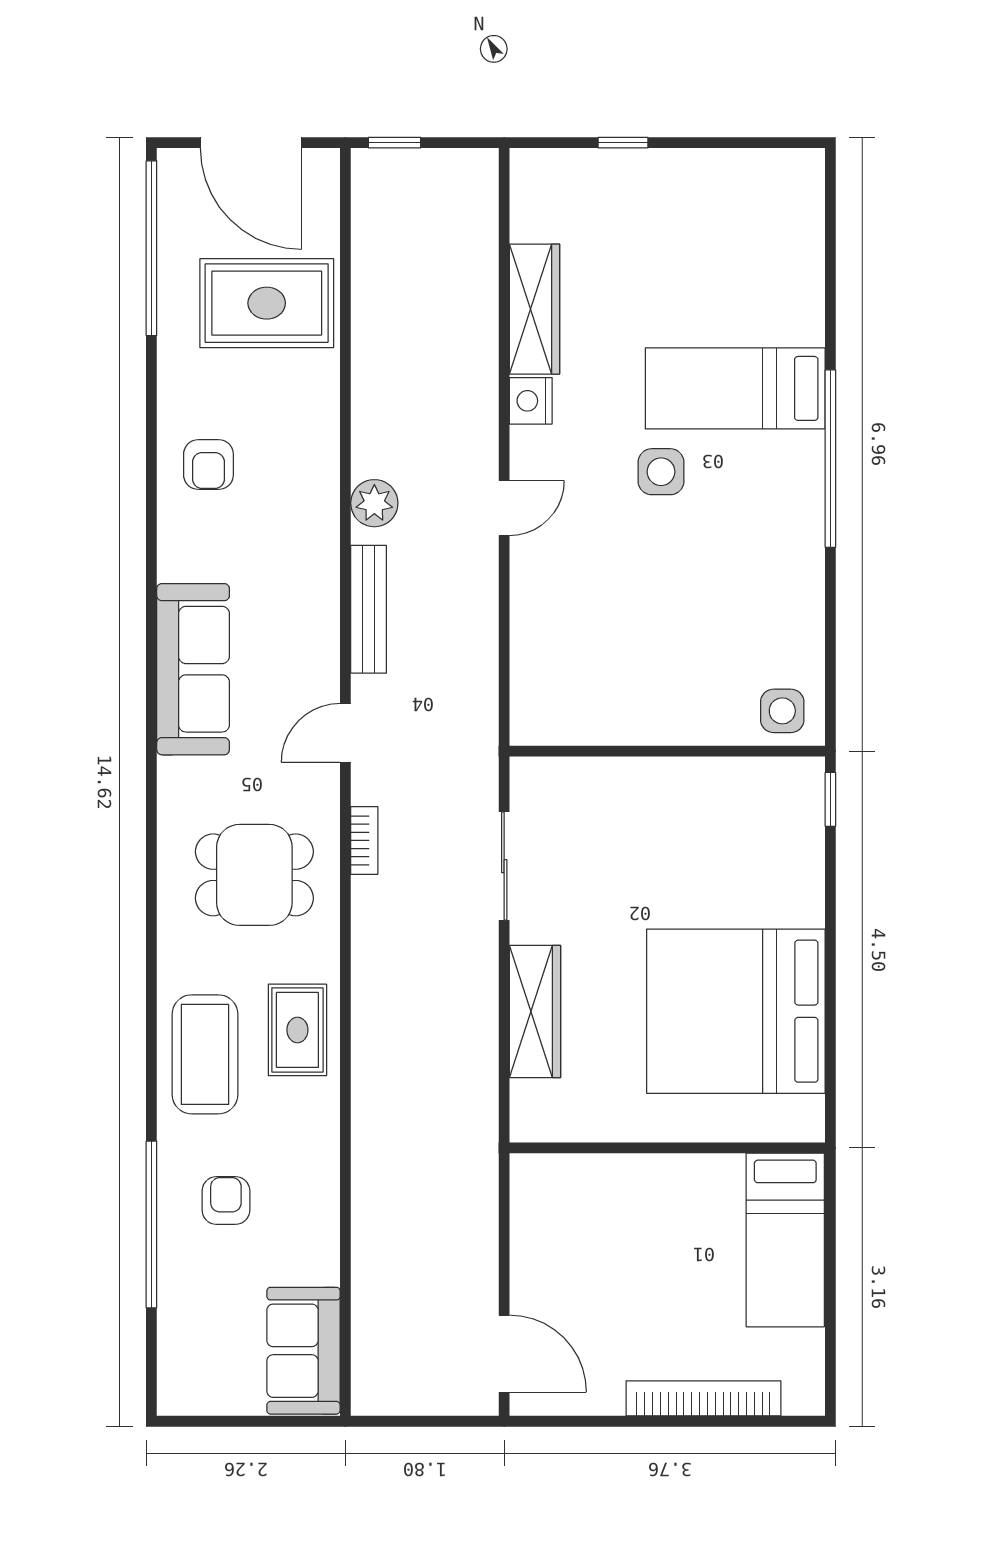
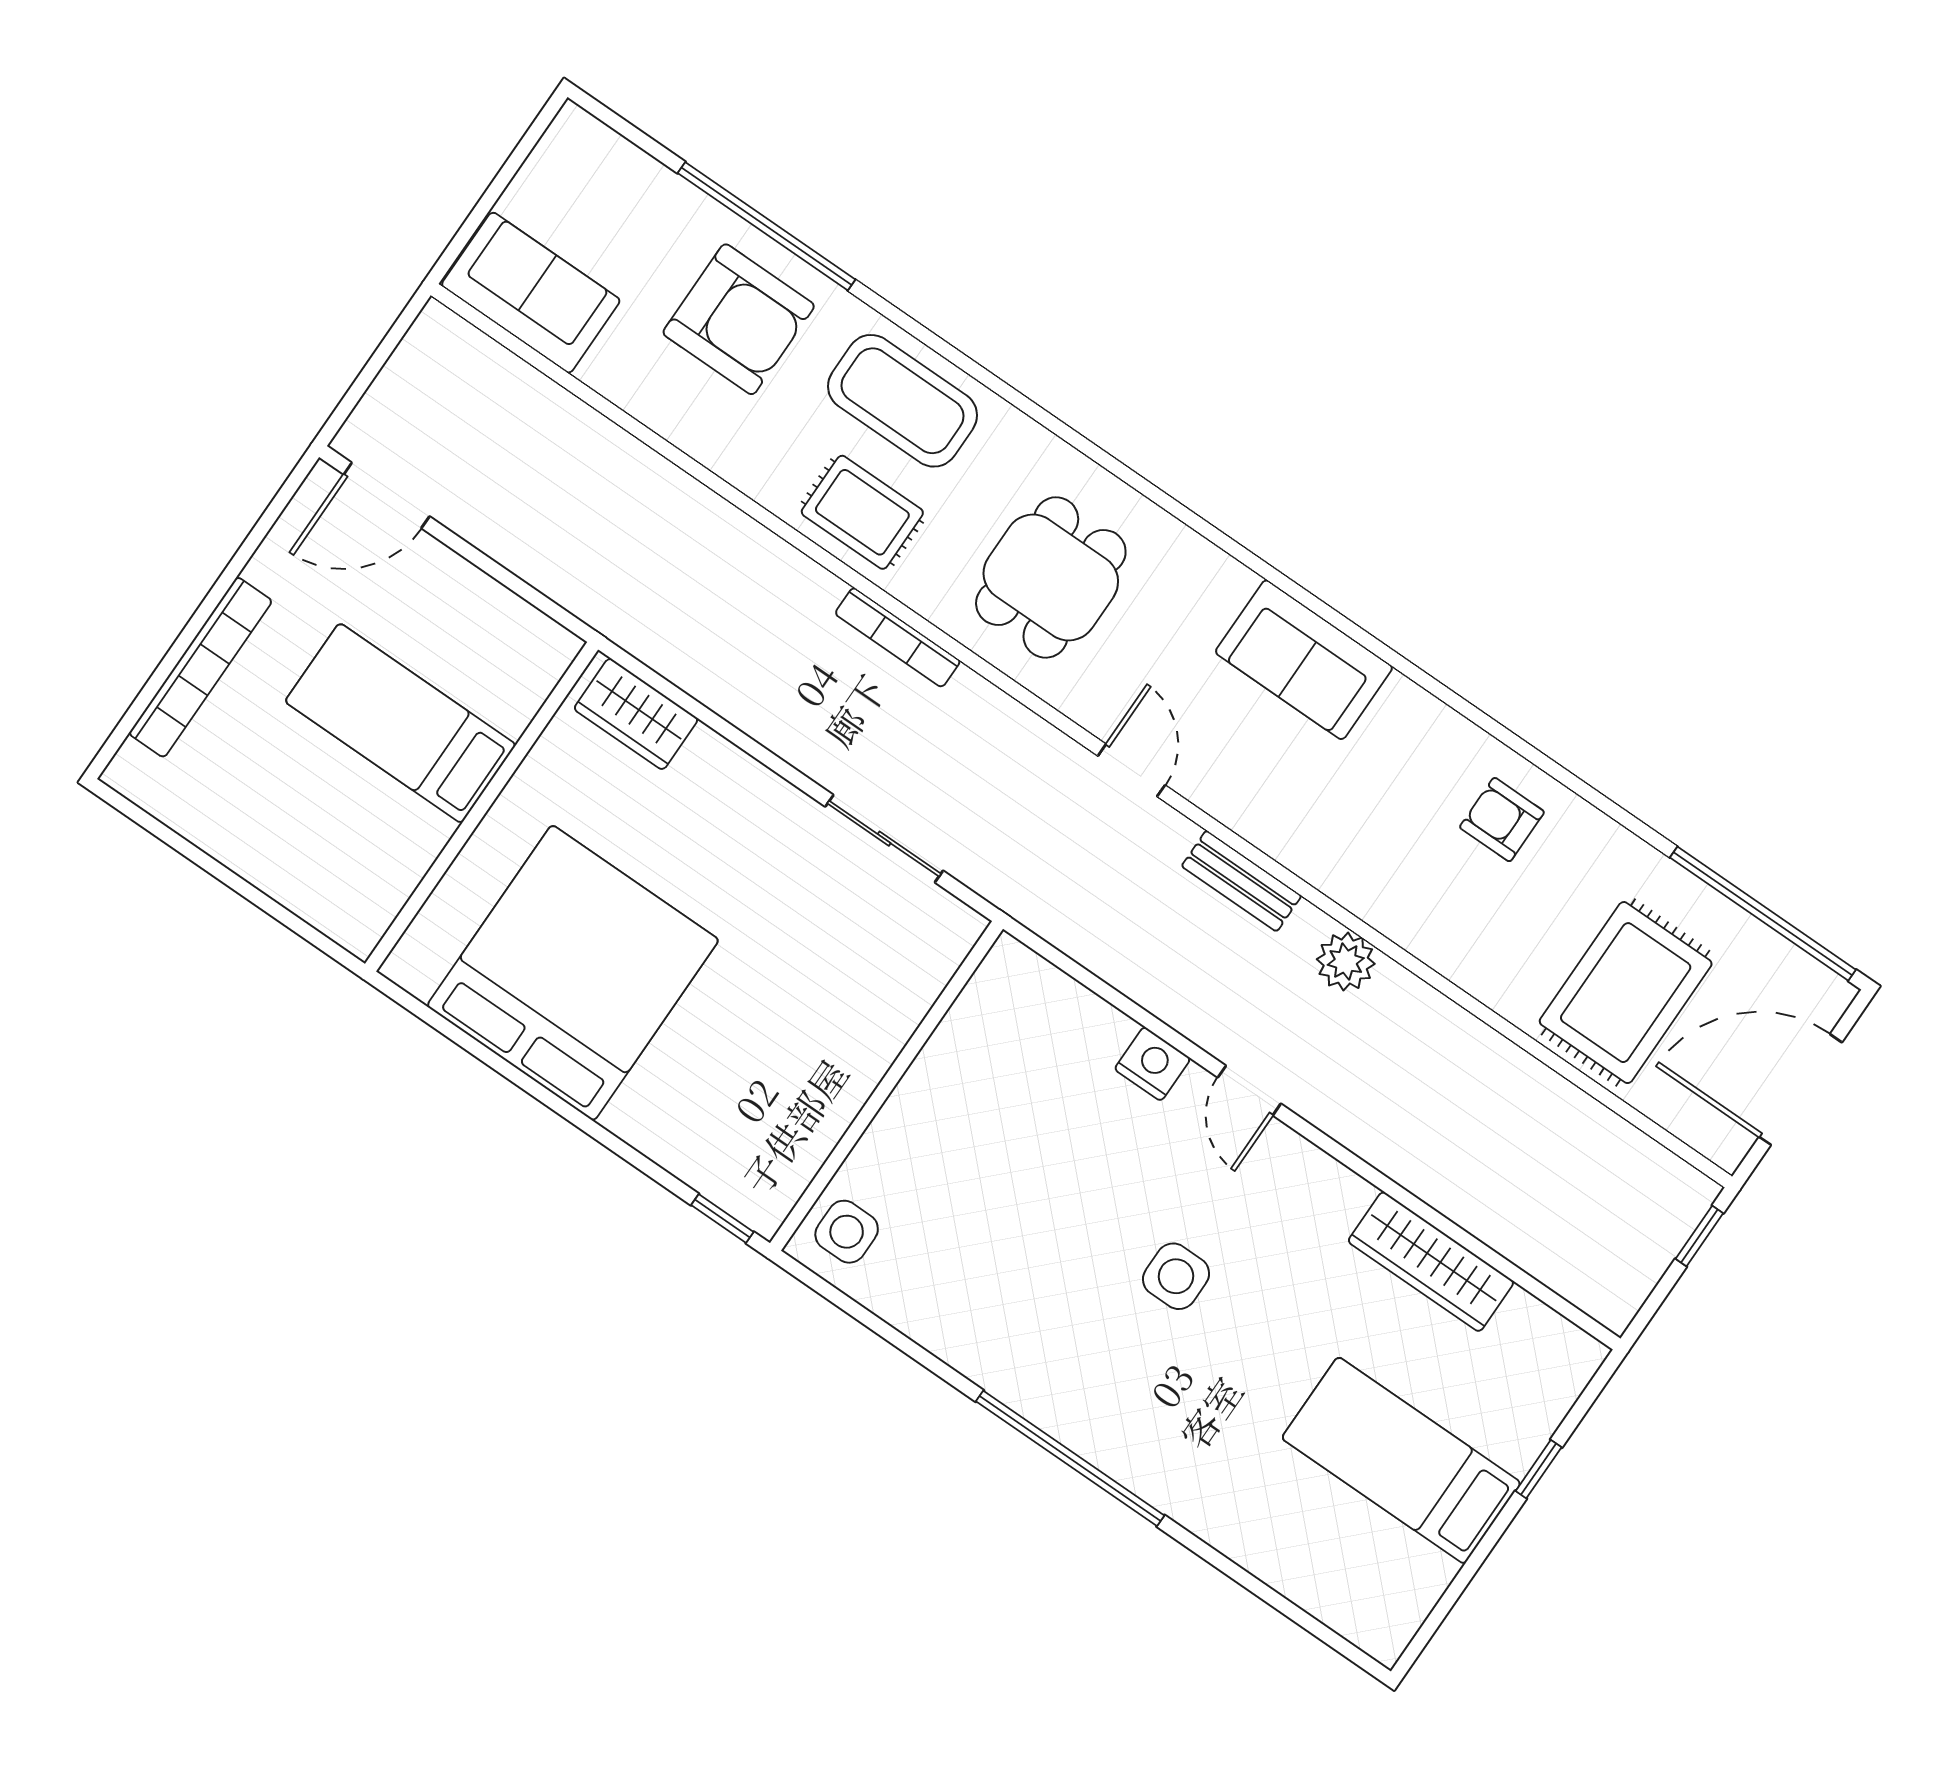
bed: (735, 388) -> (1401, 1460), moved, turned -90
nightstand: (531, 401) -> (1152, 1064), moved
bench: (369, 609) -> (1241, 881), width x0.73
sofa: (193, 669) -> (1304, 660), width x0.73
bookcase: (364, 840) -> (898, 637), moved, width x1.56
wardrobe: (535, 1012) -> (636, 714), moved, width x0.67
armchair: (226, 1200) -> (739, 319), width x1.88, depth x1.88
bed: (785, 1240) -> (400, 723), moved

